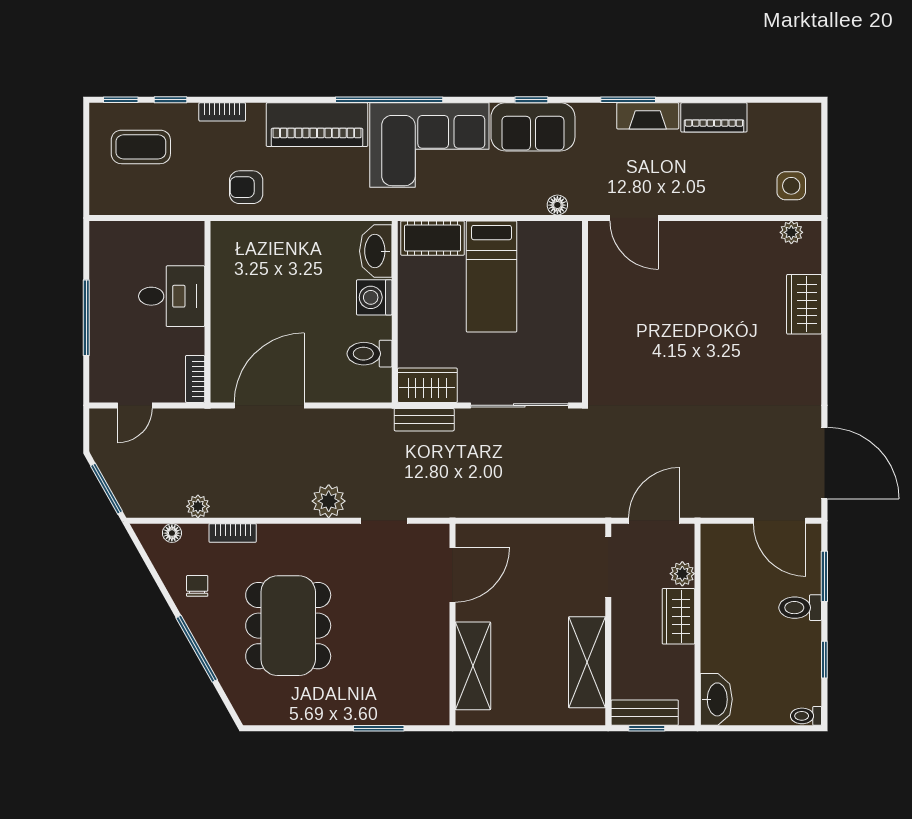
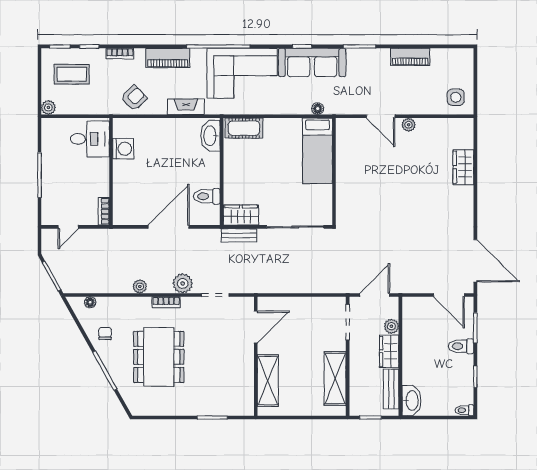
fireplace: (648, 116) -> (186, 107), moved, turned 180
piano: (317, 125) -> (168, 58), width x0.73, depth x0.75
sofa: (533, 127) -> (312, 62), width x1.36
armchair: (246, 187) -> (134, 98), turned 136
plant: (101, 203) -> (48, 107), added
door: (634, 218) -> (381, 116), moved
plant: (791, 232) -> (409, 125), moved
bed: (492, 277) -> (318, 151), moved
desk: (172, 296) -> (90, 139), moved
washing machine: (374, 297) -> (123, 149), moved, turned 180
door: (269, 405) -> (169, 227), moved
plant: (198, 506) -> (140, 286), moved
bookcase: (233, 533) -> (166, 302), moved
bench: (645, 713) -> (391, 389), moved, turned 90

